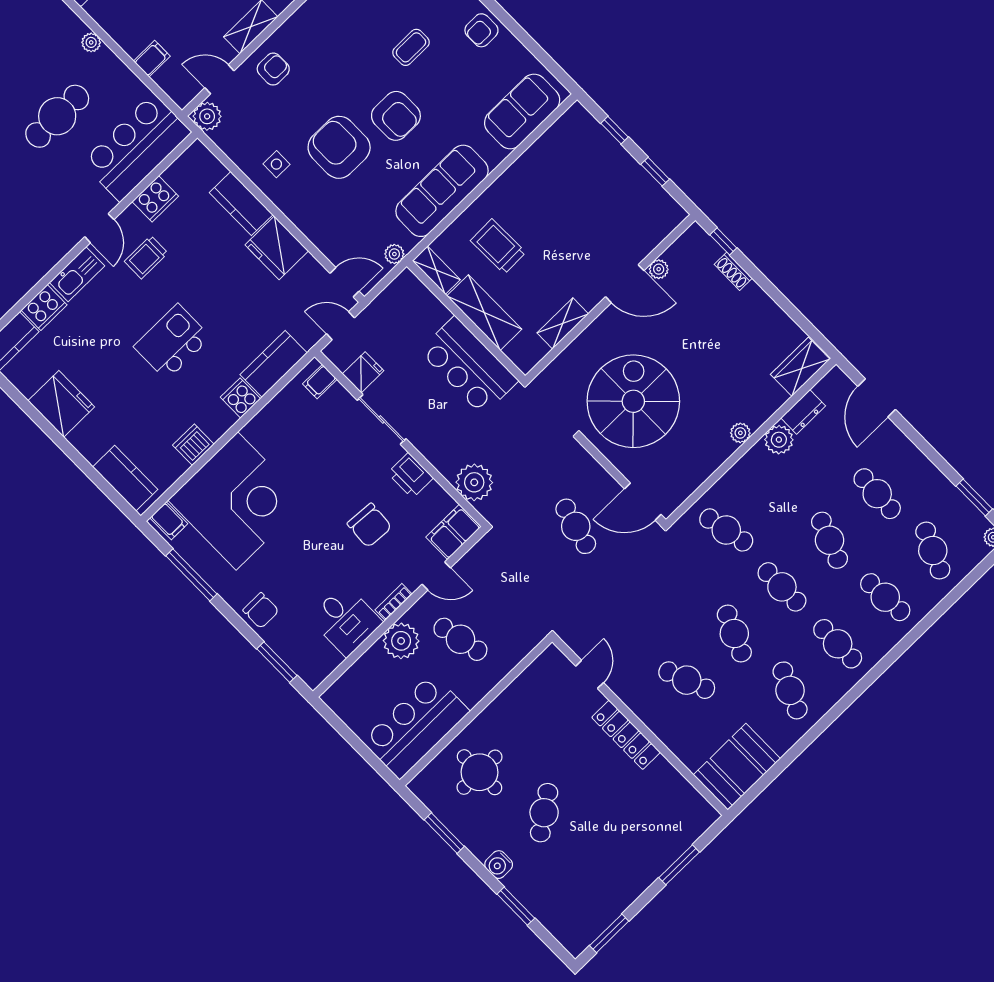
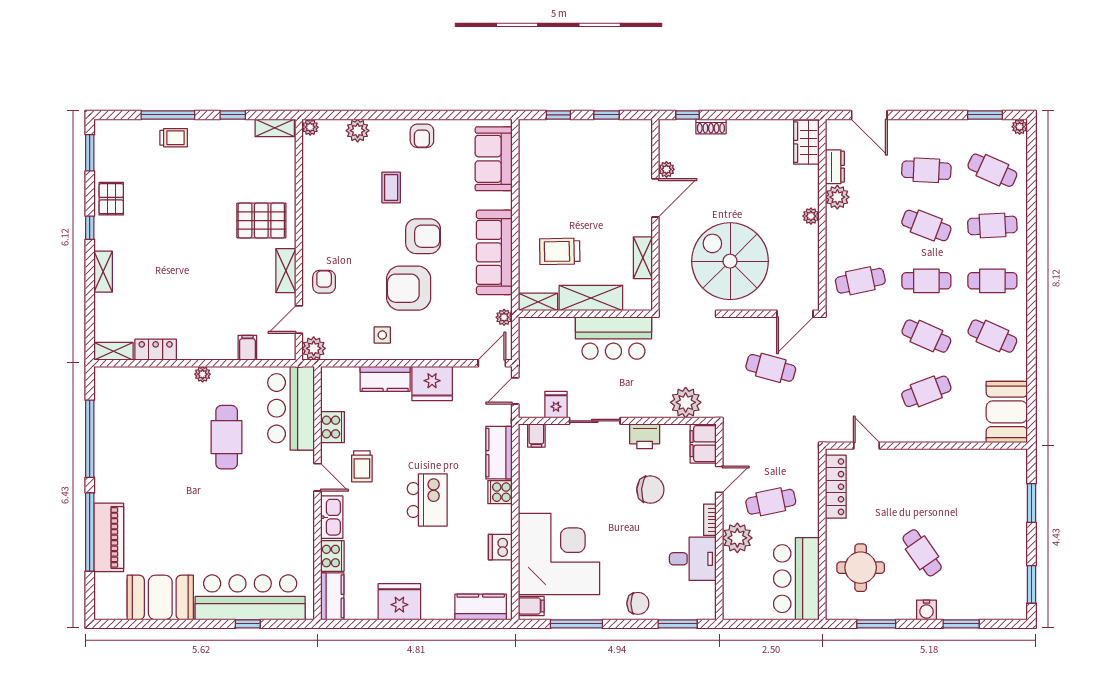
kitchen island: (172, 342) -> (427, 500), turned 180
locker: (626, 735) -> (836, 487), moved, turned -90

